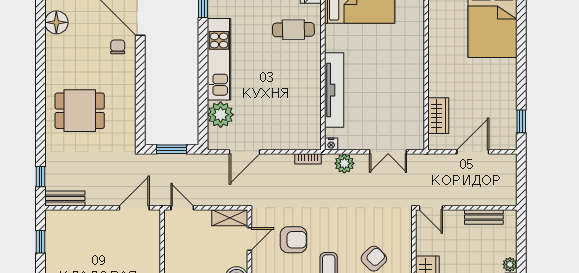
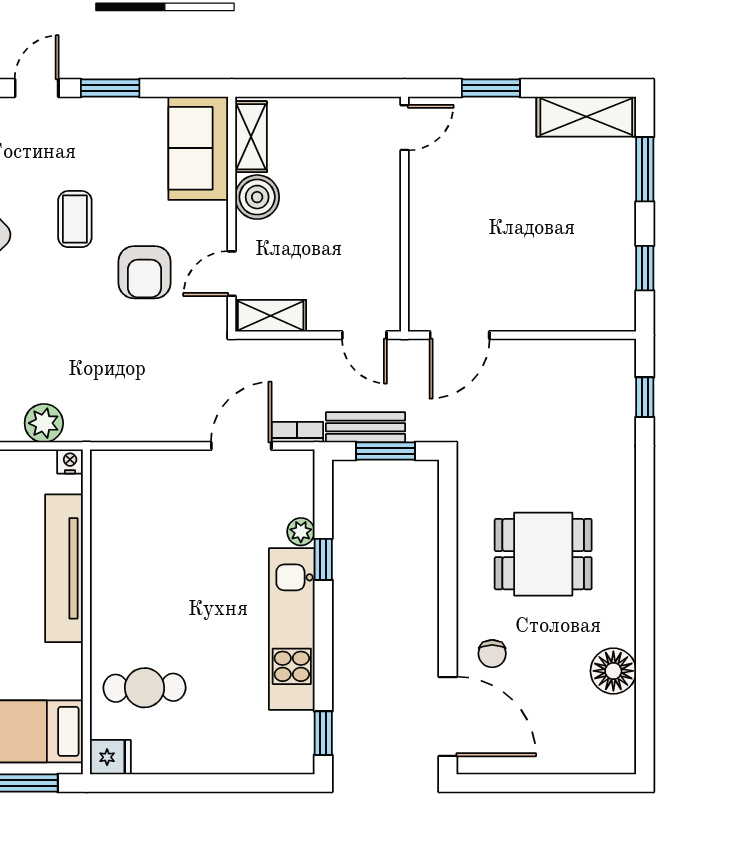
floor lamp: (56, 22) -> (613, 671), moved
window: (203, 95) -> (323, 559), added
dining table: (80, 111) -> (543, 554), moved
plant: (221, 115) -> (301, 532), width x0.53, depth x0.53
bookcase: (308, 159) -> (297, 432), moved
bench: (65, 198) -> (366, 427), moved
armchair: (293, 240) -> (144, 272), turned -90

